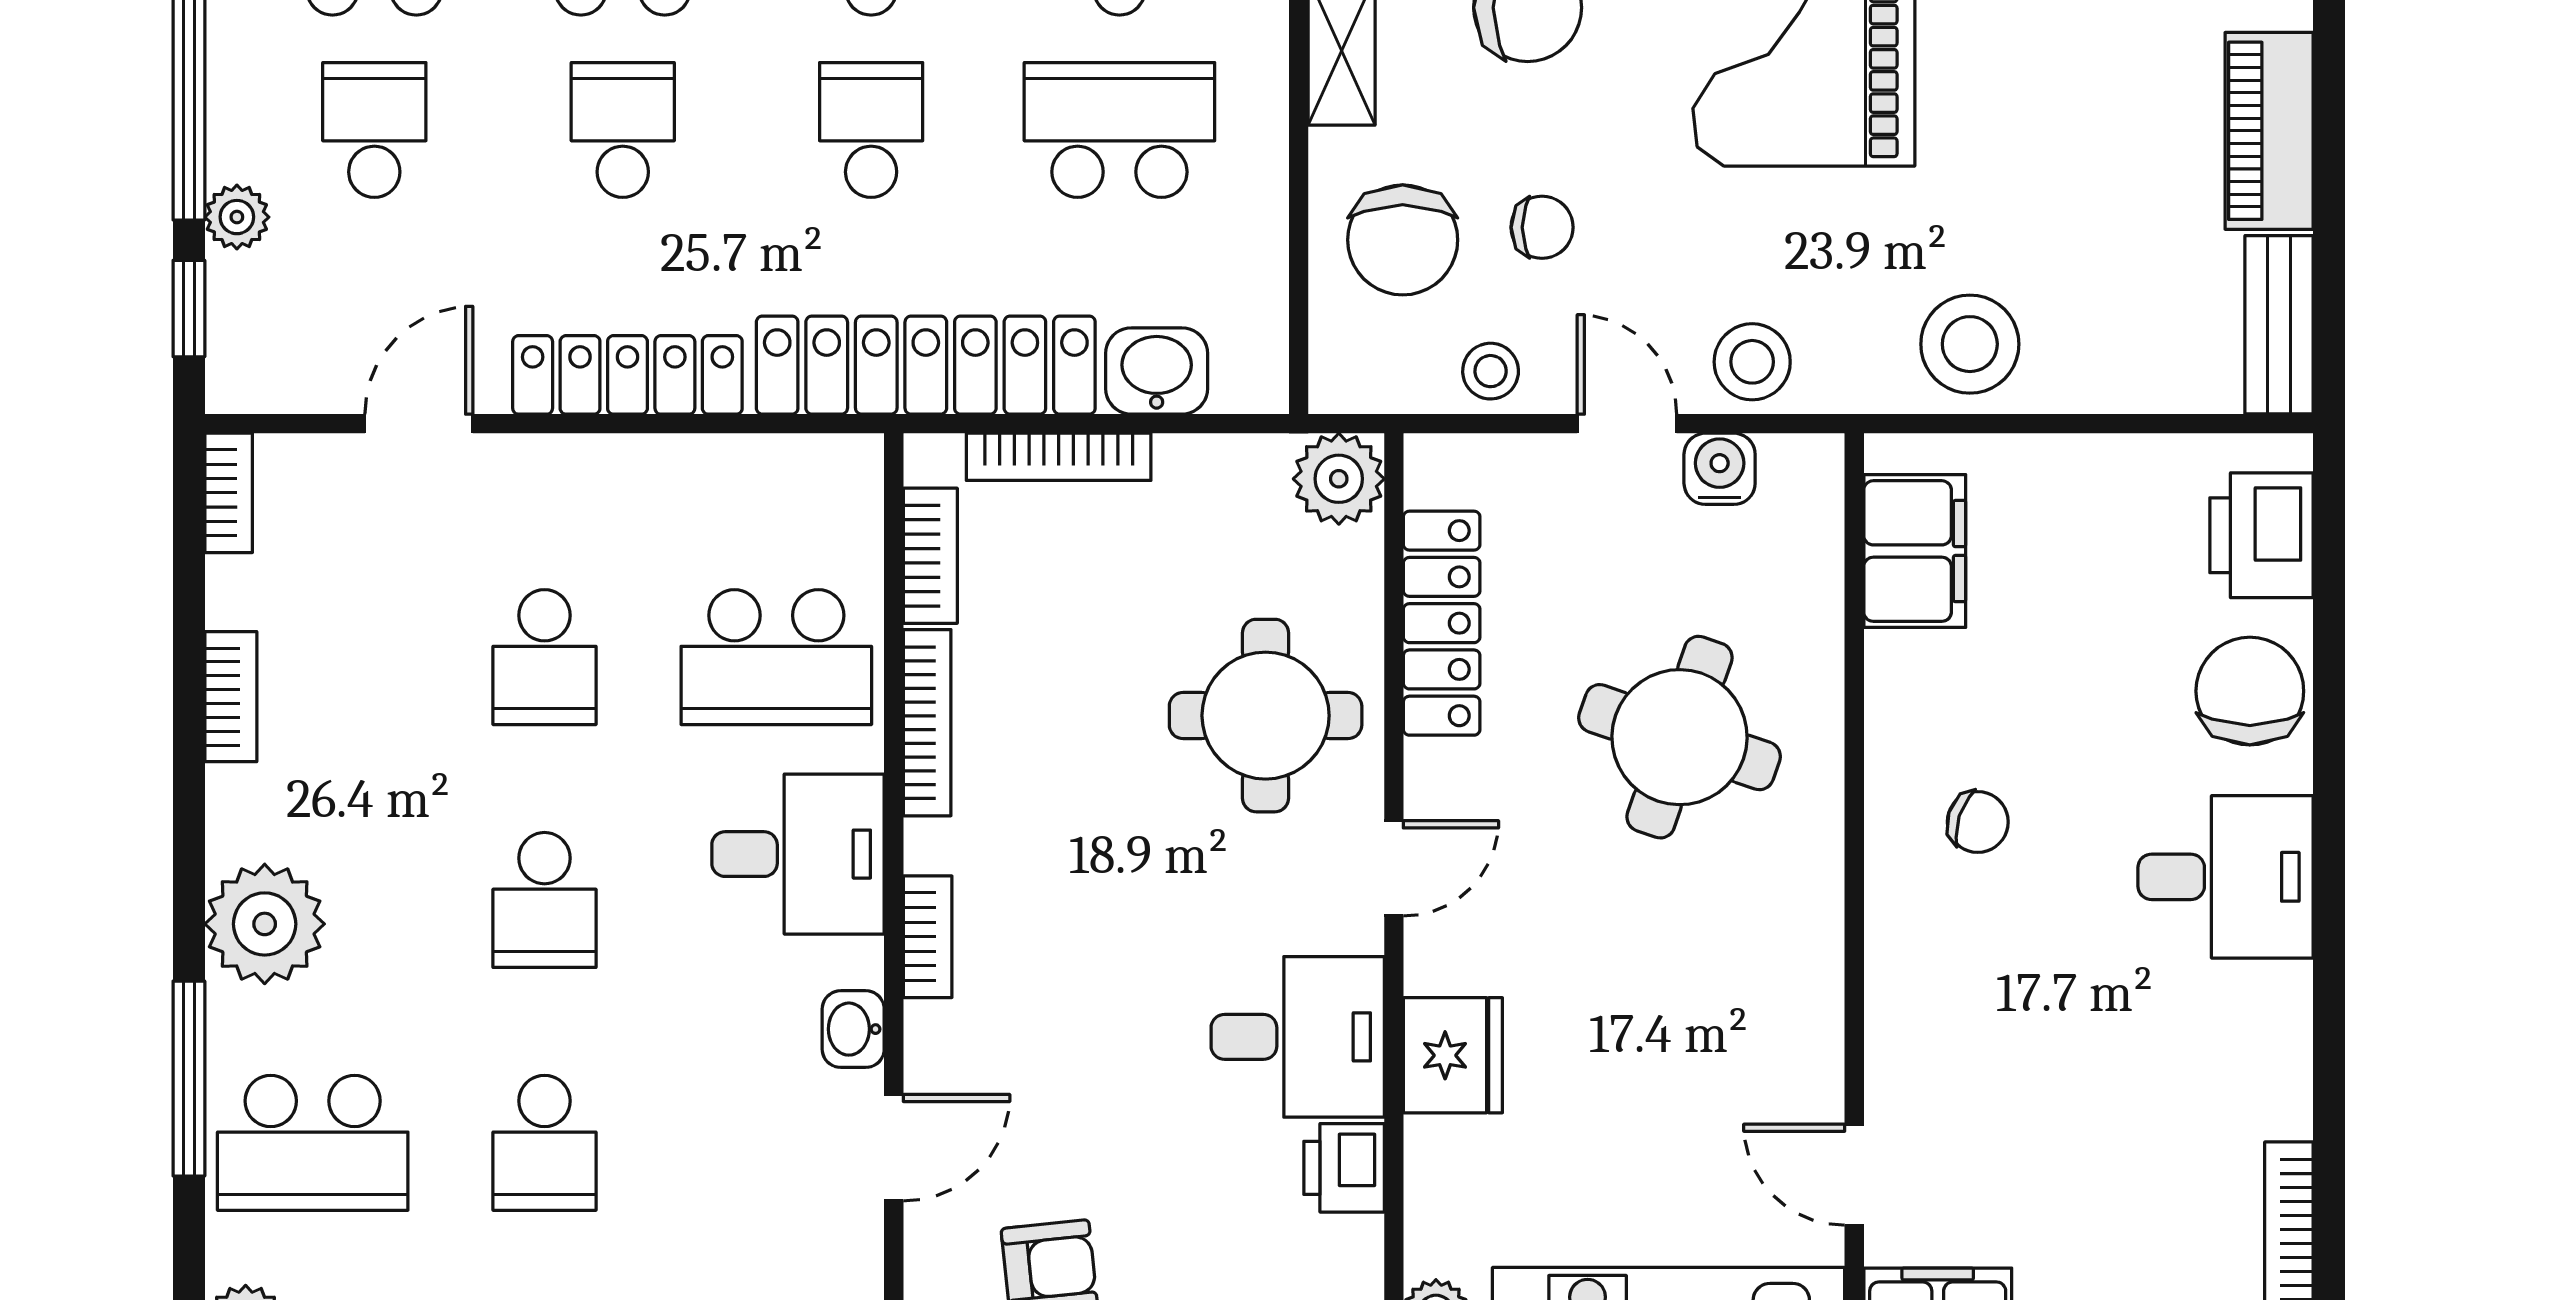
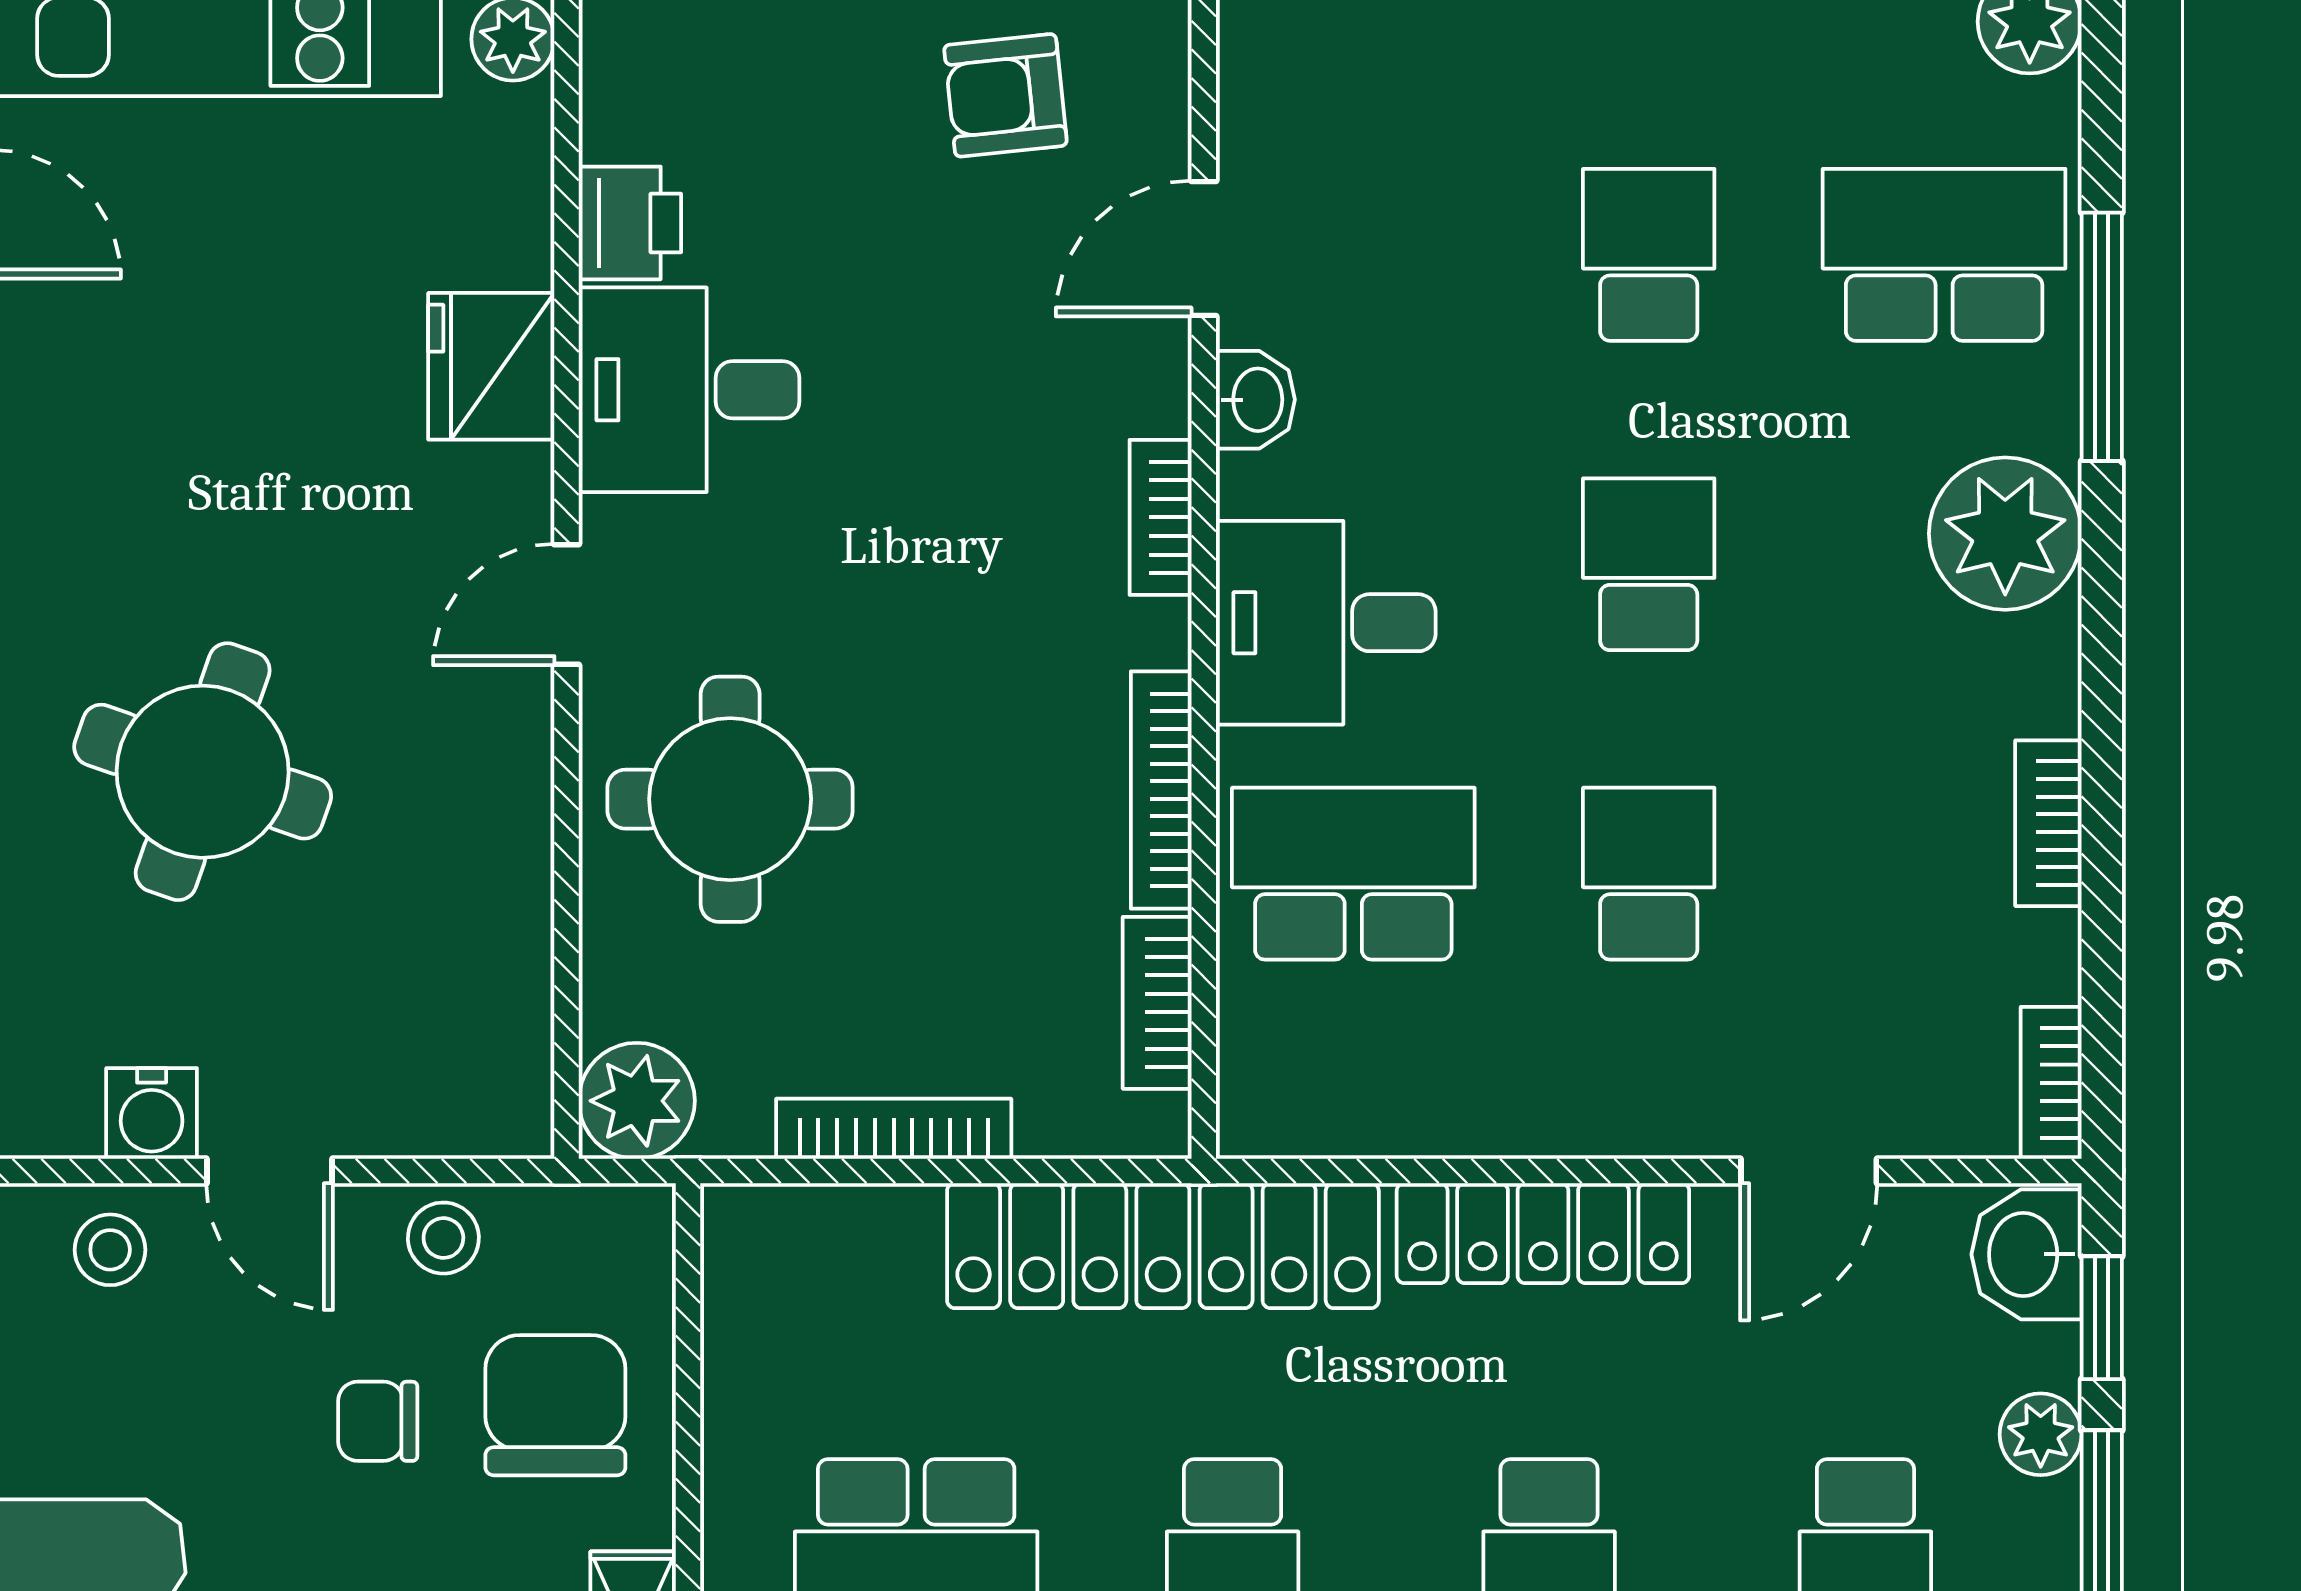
stool: (1752, 362) -> (110, 1250), width x0.73, depth x0.73
washbasin: (1157, 371) -> (2026, 1254), moved, turned 90
bookcase: (1059, 457) -> (894, 1129), moved
locker: (1442, 623) -> (506, 917), removed

